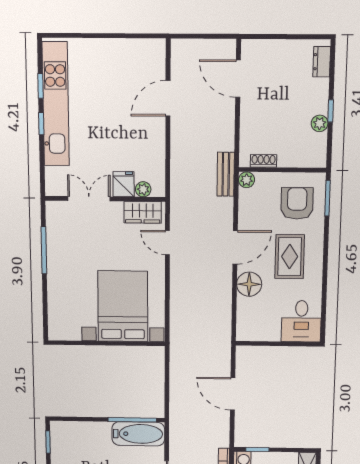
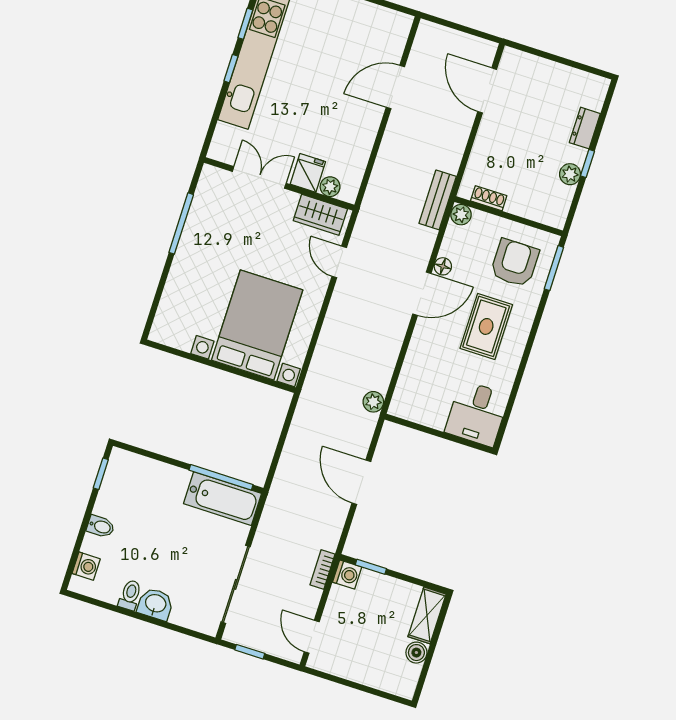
dresser: (322, 62) -> (585, 128), moved
floor lamp: (249, 284) -> (443, 266), moved, width x0.53, depth x0.53
plant: (224, 335) -> (373, 402), added

